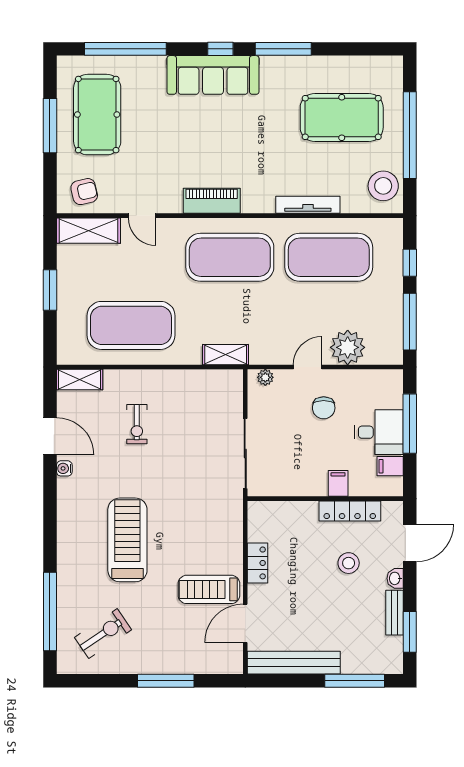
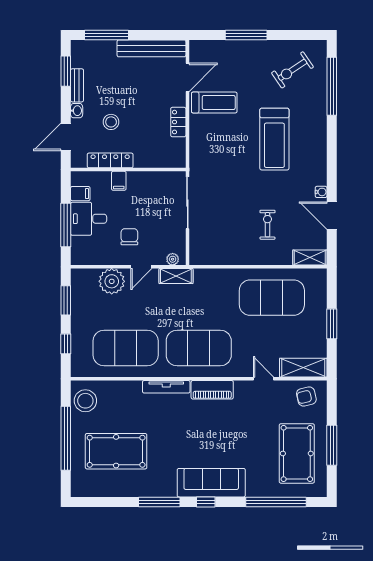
tv unit: (308, 205) -> (166, 387), moved
window: (410, 322) -> (66, 300), width x0.69
shelving: (226, 355) -> (176, 276), moved

